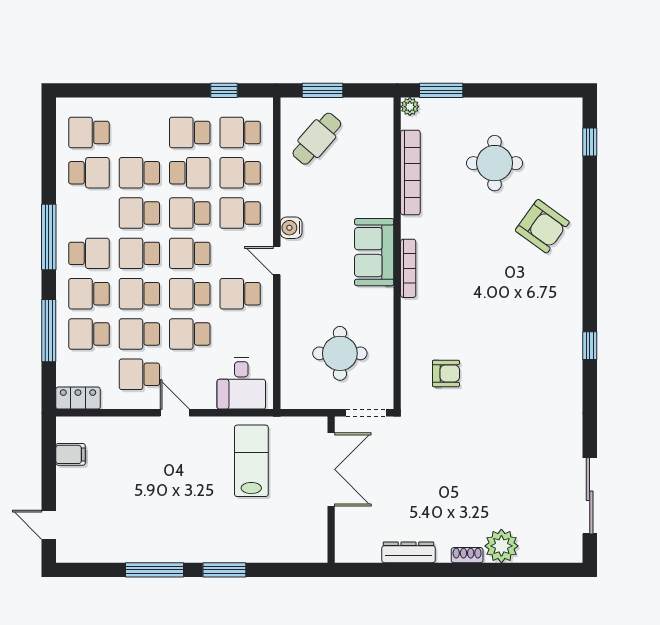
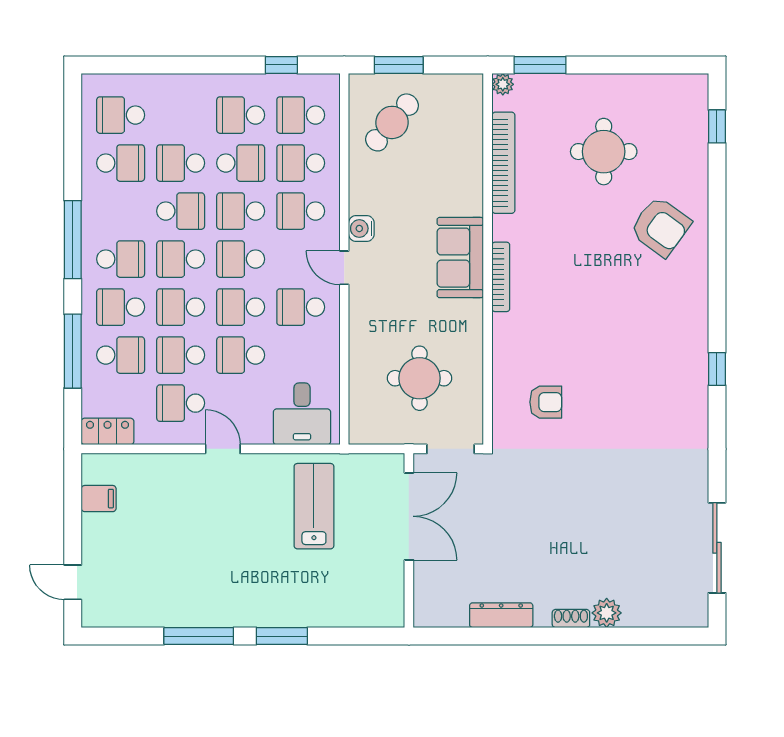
school desk: (139, 213) -> (181, 211), turned 180
school desk: (89, 334) -> (121, 355), turned 180
plant: (501, 546) -> (607, 613), width x0.73, depth x0.73

